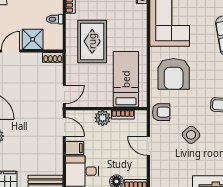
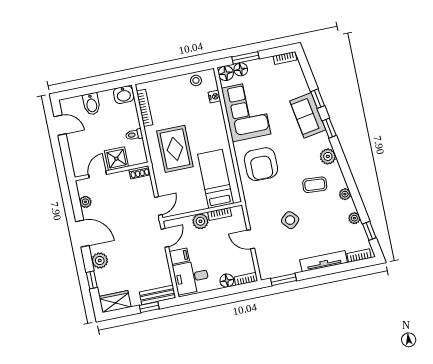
armchair: (161, 112) -> (256, 204), removed
door: (64, 127) -> (165, 238), hinge flipped

